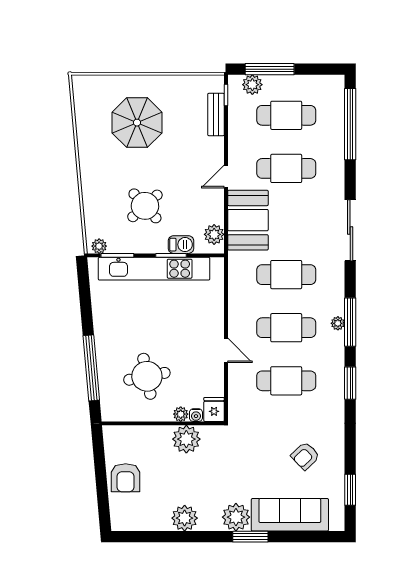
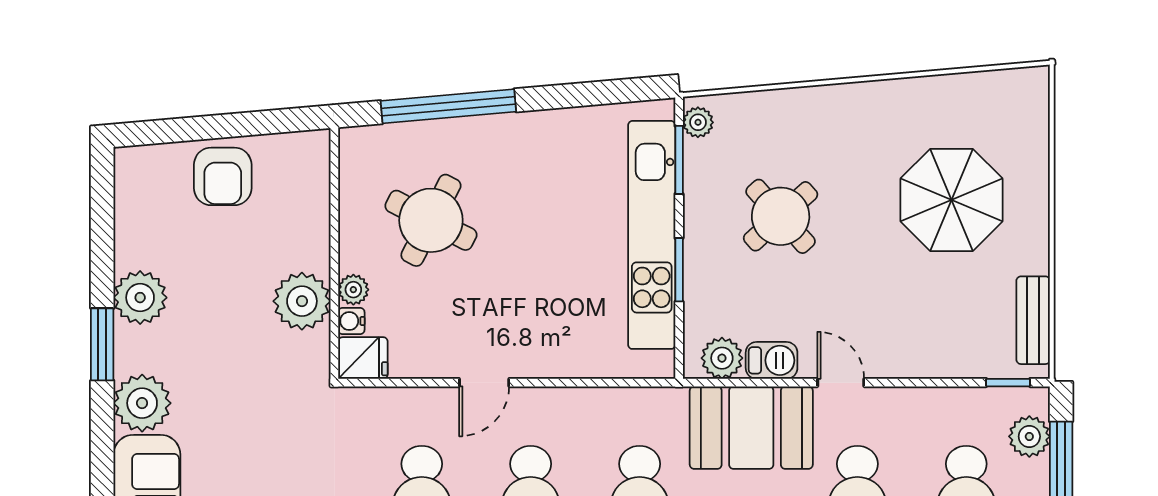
bench: (216, 114) -> (1033, 320), moved, turned 90
barbecue: (181, 245) -> (772, 360), moved, turned -90
round table: (147, 376) -> (431, 220), turned 38
armchair: (126, 478) -> (223, 176), turned -90
window: (250, 537) -> (102, 344), moved

